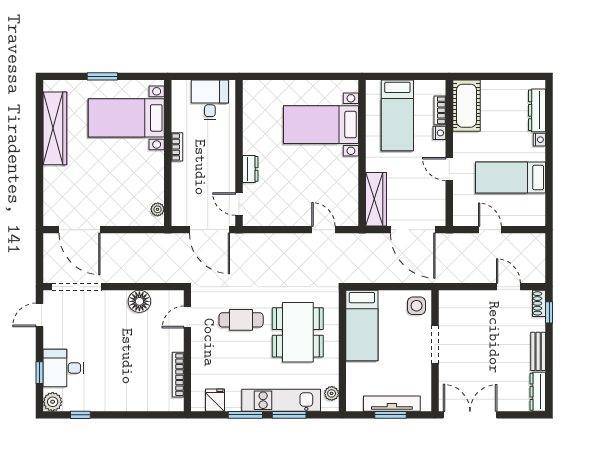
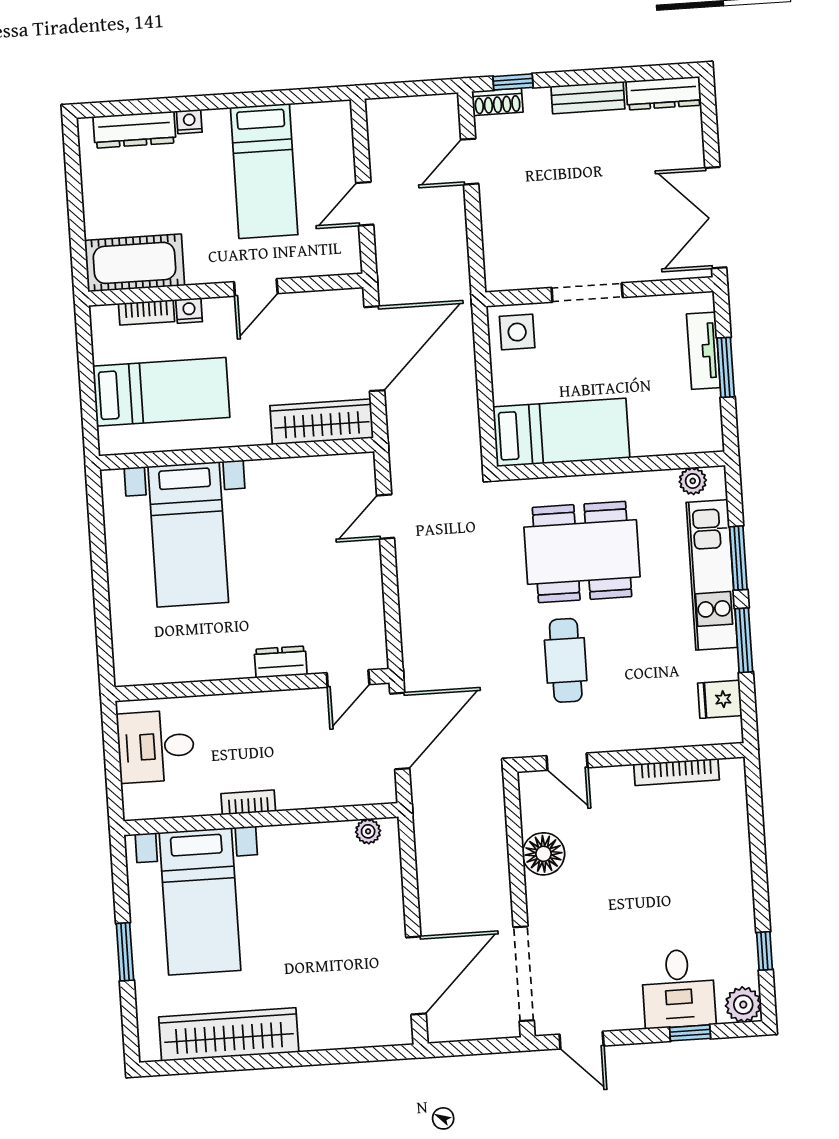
tv unit: (392, 404) -> (703, 351), width x0.71

